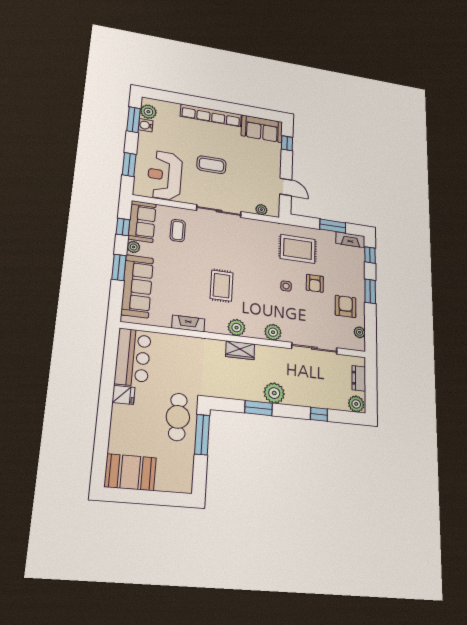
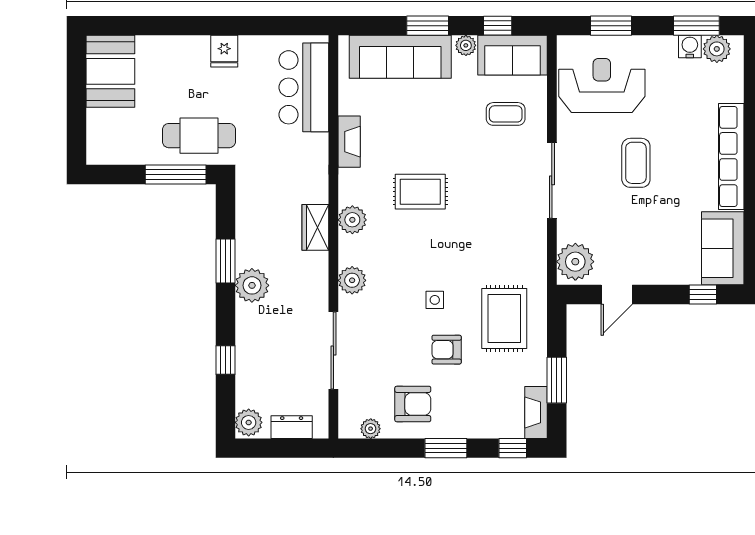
plant: (261, 210) -> (575, 262), width x1.88, depth x1.88
bar counter: (133, 357) -> (304, 87), moved, turned 90

